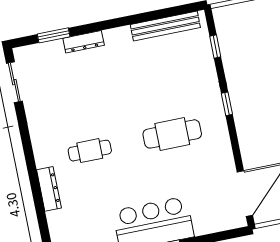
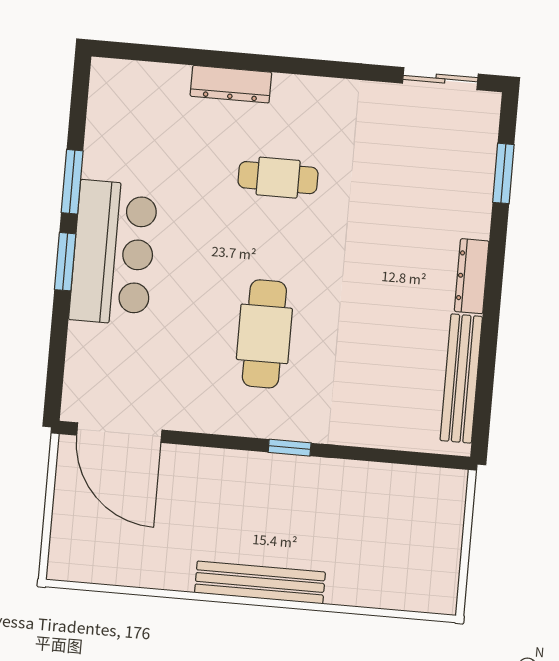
dresser: (84, 42) -> (472, 276), moved
window: (215, 46) -> (398, 457), removed
cafe table: (90, 151) -> (278, 178), turned 90

